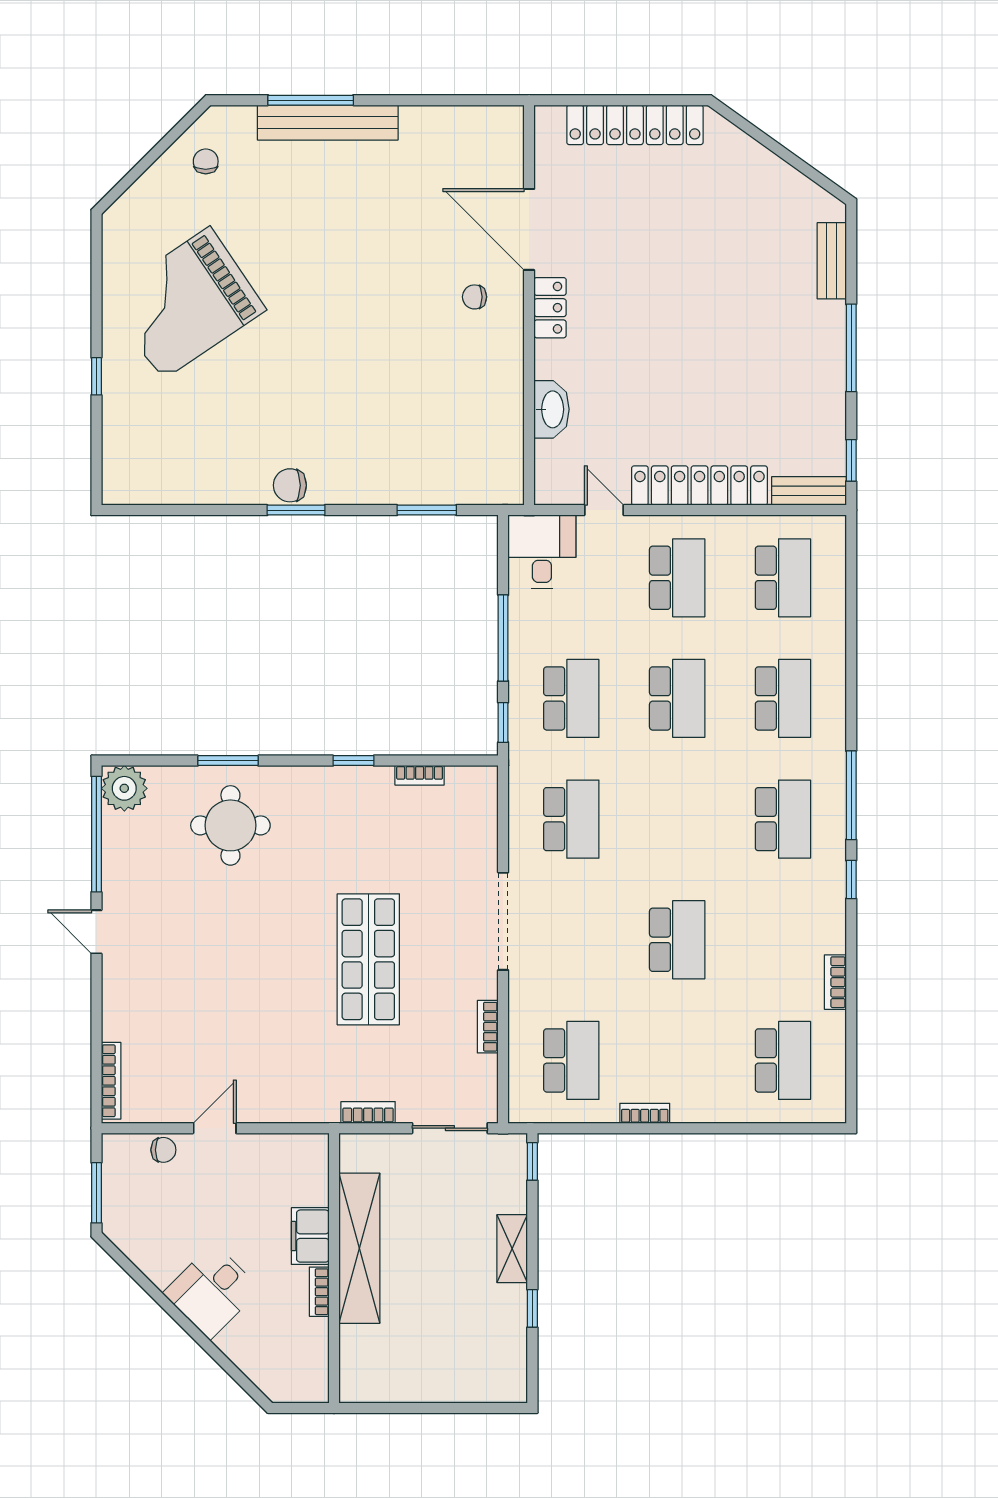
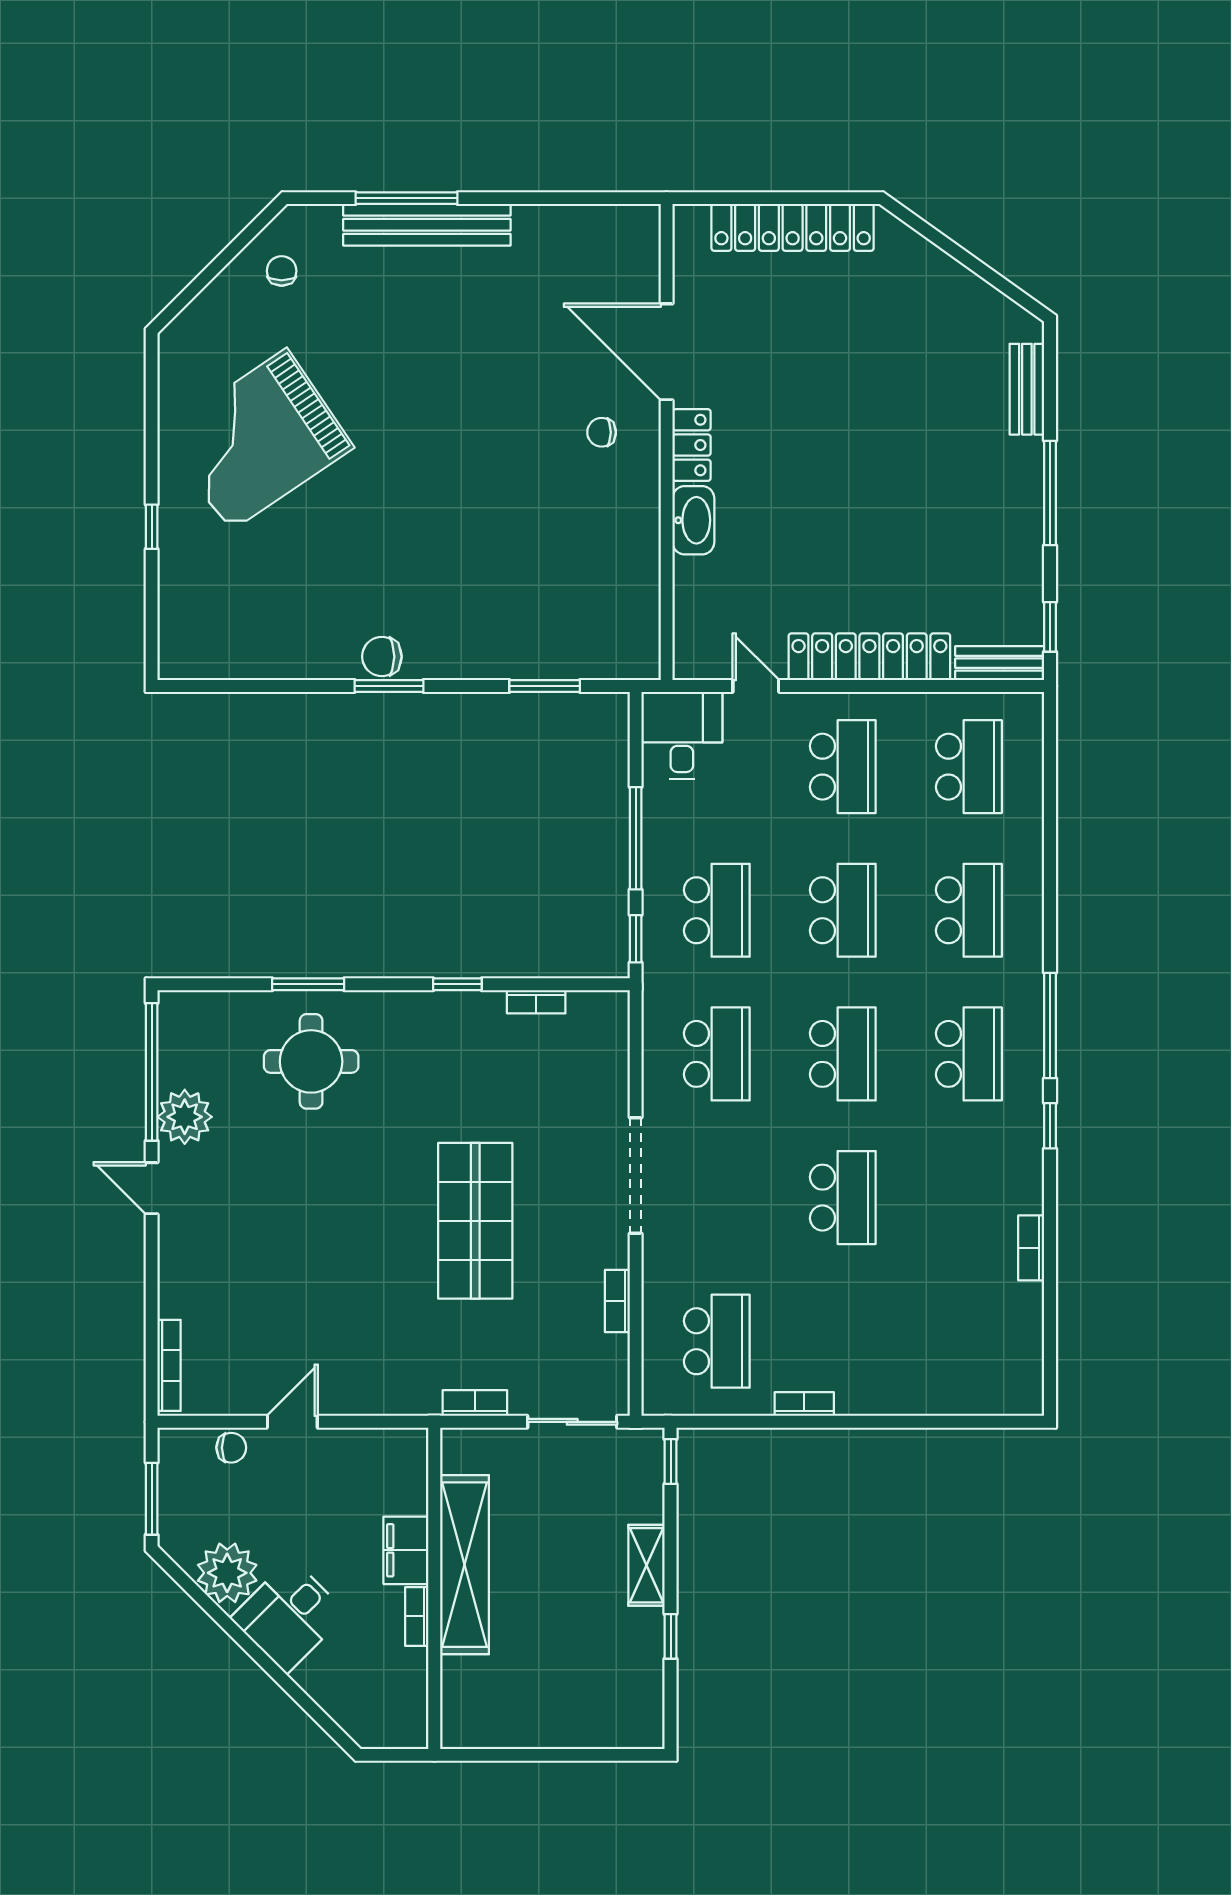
washbasin: (552, 409) -> (693, 520), moved
plant: (124, 788) -> (185, 1117), moved
school desk: (783, 1060) -> (843, 1054), moved
plant: (160, 1255) -> (227, 1573), added

